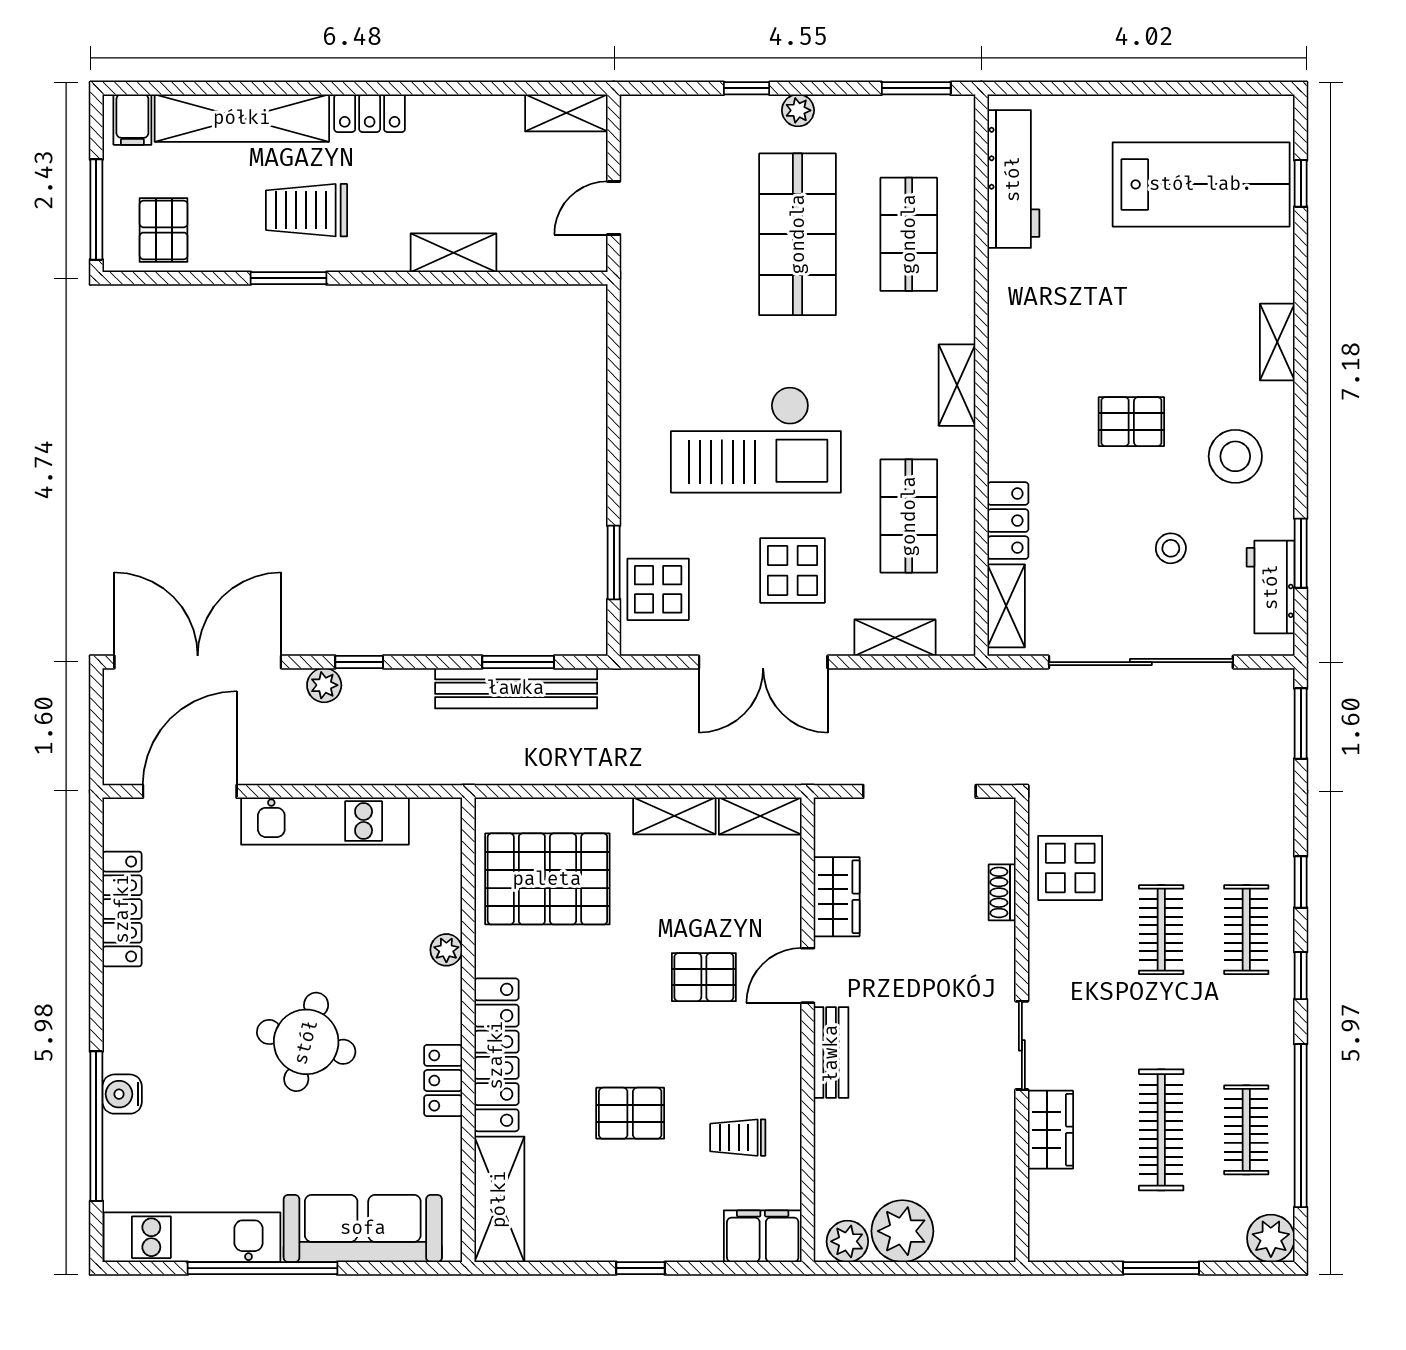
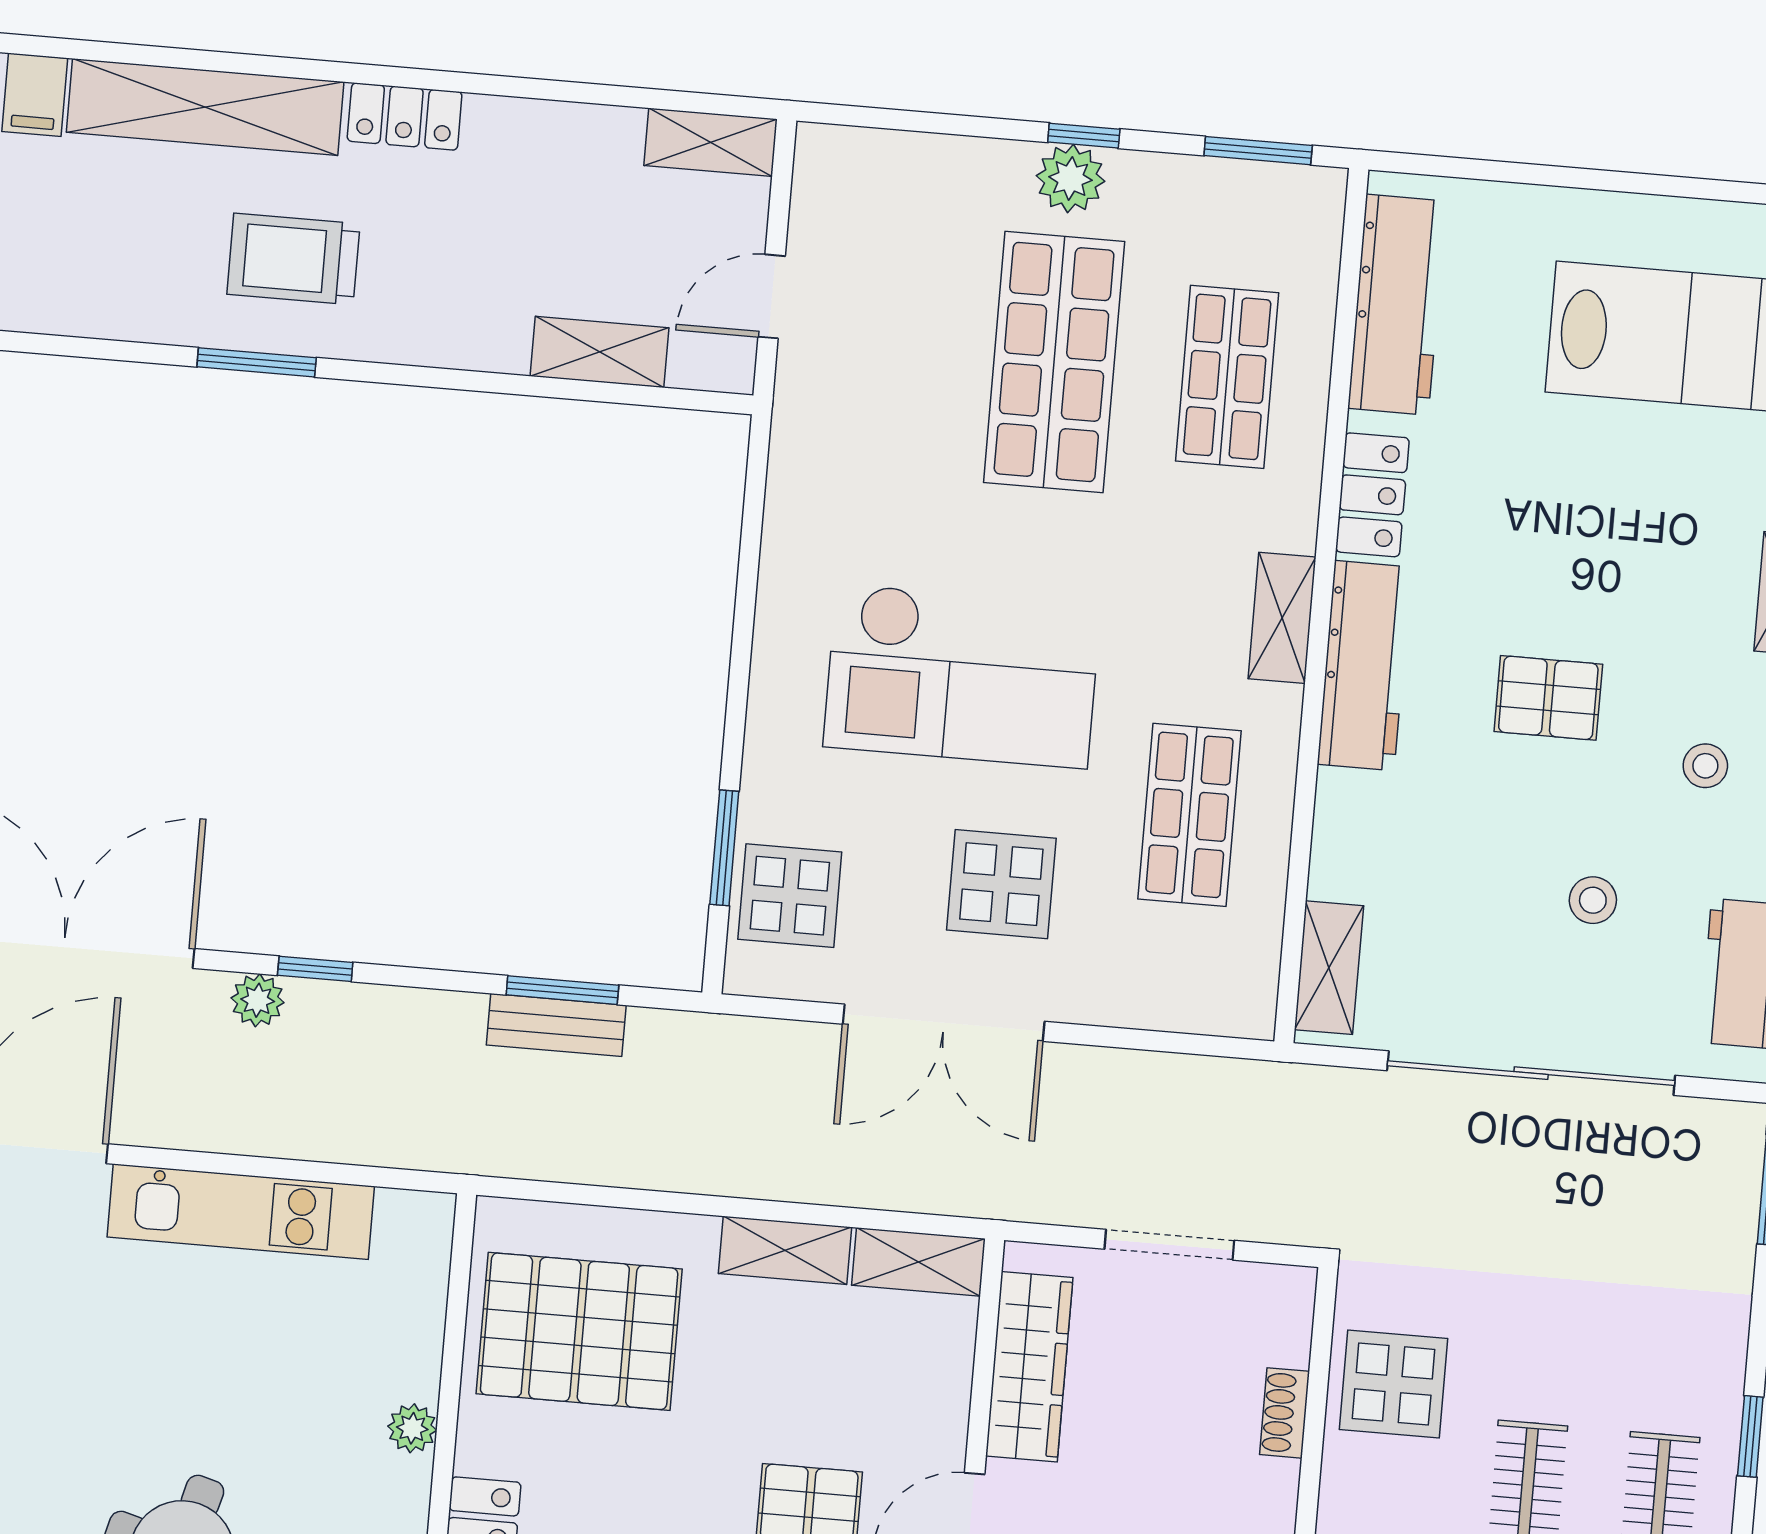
window: (747, 88) -> (1084, 136), moved
plant: (798, 110) -> (1070, 179), width x1.38, depth x1.38
pallet: (164, 230) -> (68, 271), removed
shelving: (454, 253) -> (600, 352), moved
workbench: (1012, 411) -> (1364, 666), added
stool: (1235, 456) -> (1705, 766), width x0.53, depth x0.53
locker: (1008, 521) -> (1372, 495), moved
shelving: (895, 638) -> (1152, 1003), removed
bench: (516, 688) -> (556, 1025), width x0.54, depth x0.82
doorway: (919, 791) -> (1169, 1245), width x0.73
wardrobe: (837, 897) -> (1029, 1367), width x1.50

